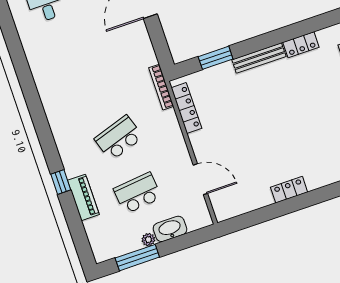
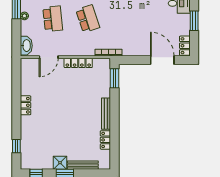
window: (216, 58) -> (114, 78), moved
locker: (186, 108) -> (78, 63), moved
washbasin: (170, 229) -> (26, 46), moved

